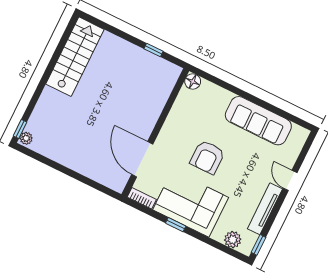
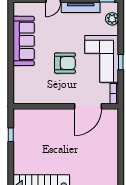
floor lamp: (193, 81) -> (19, 98), removed

